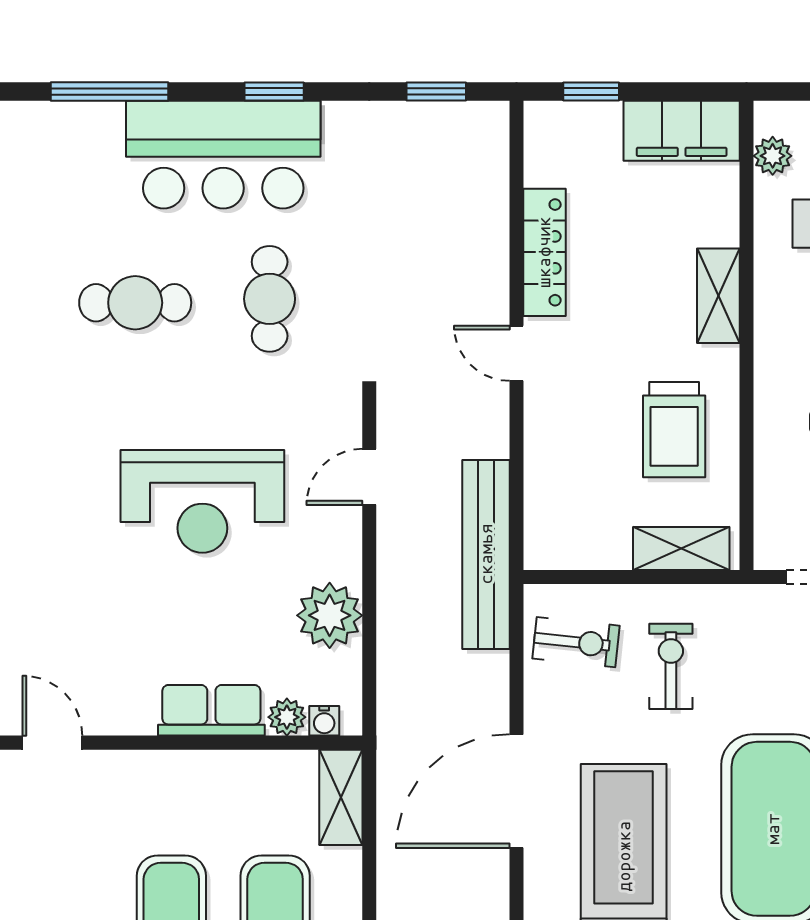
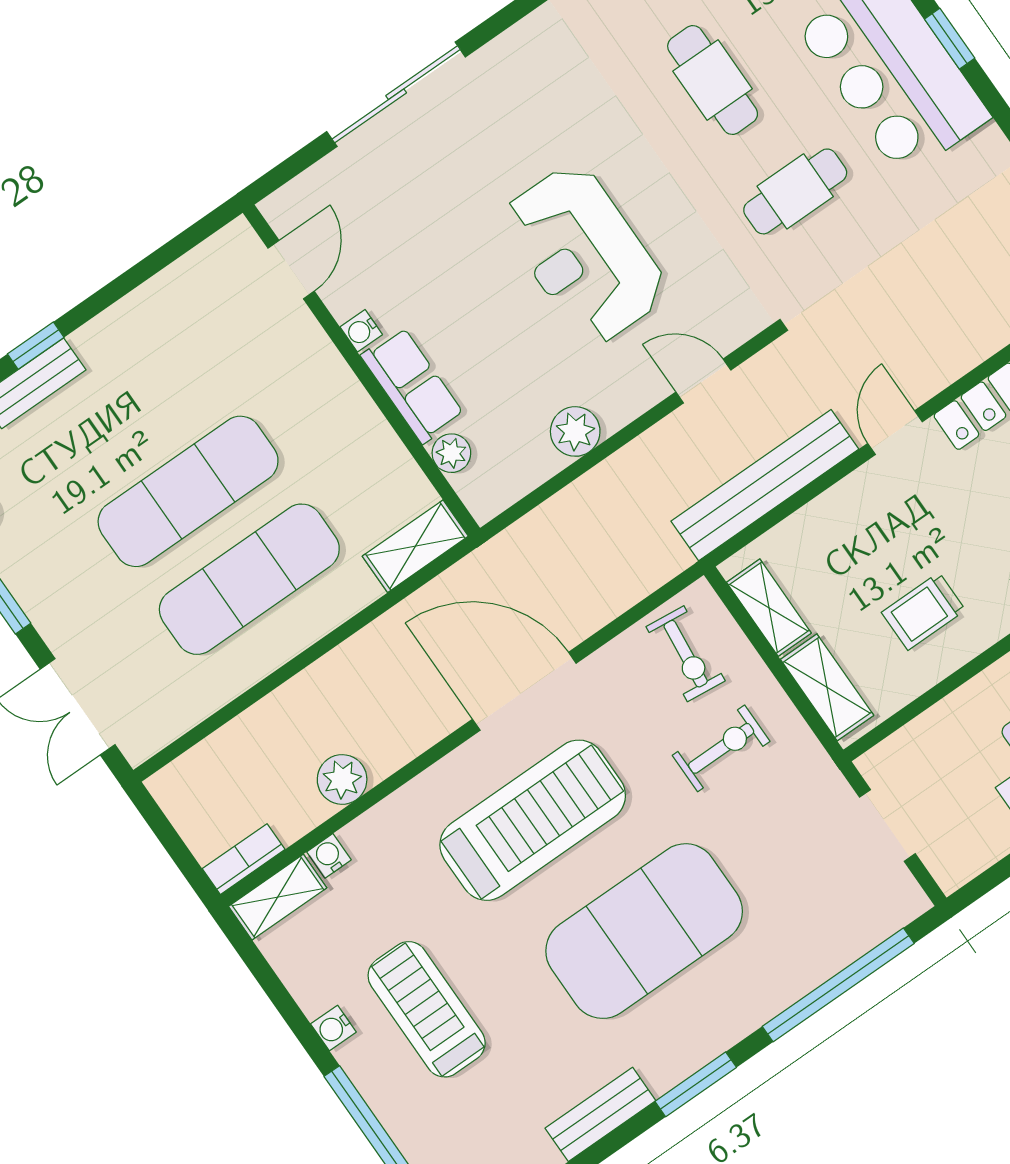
window: (274, 91) -> (950, 39), moved
trolley: (674, 430) -> (923, 611), width x0.73, depth x0.72
shelving: (586, 550) -> (769, 608), added
bench: (486, 554) -> (765, 485), moved
plant: (330, 615) -> (575, 431), width x0.73, depth x0.73
water cooler: (324, 721) -> (361, 331), moved

